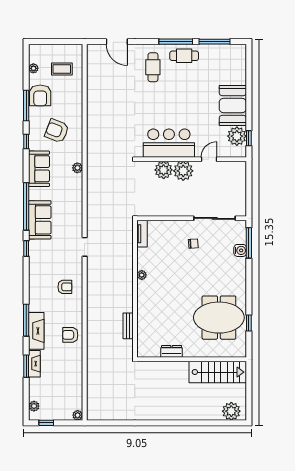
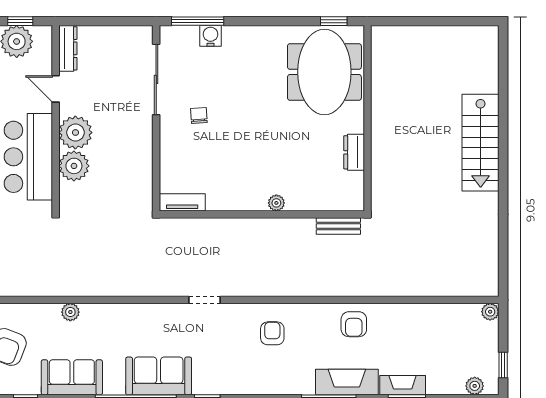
dresser: (233, 166) -> (68, 48), added
plant: (142, 275) -> (276, 203), moved
dresser: (172, 351) -> (354, 152), moved
wall: (192, 359) -> (367, 118), moved
stairs: (218, 372) -> (481, 143), moved, turned 180
plant: (231, 411) -> (483, 51), removed

